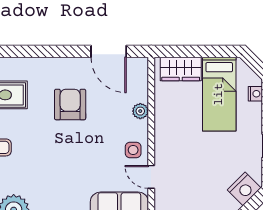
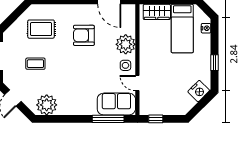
armchair: (70, 105) -> (84, 35), turned -90
plant: (140, 111) -> (126, 44), width x1.88, depth x1.88

